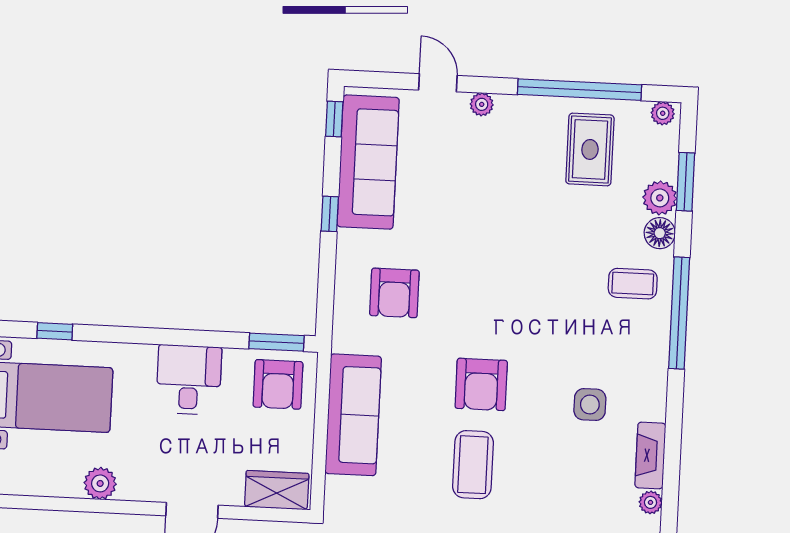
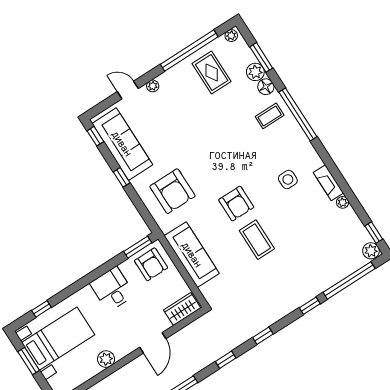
armchair: (394, 293) -> (172, 191), width x1.36, depth x1.36

